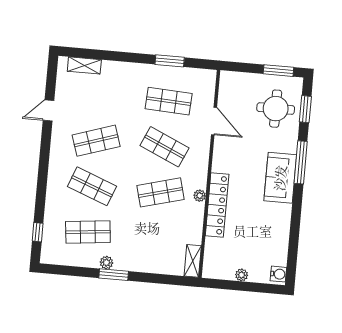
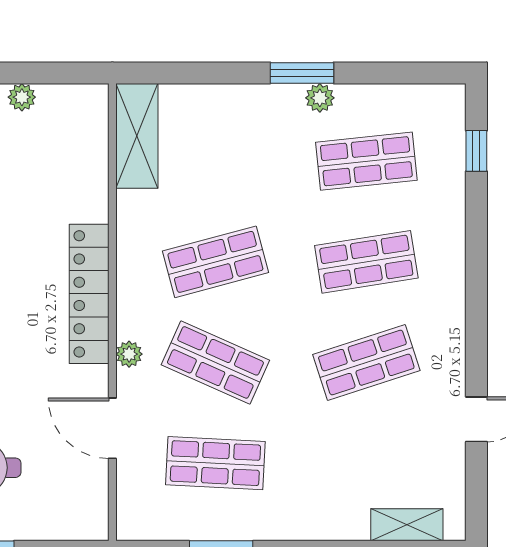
shop shelf: (92, 186) -> (366, 262), turned -30
plant: (200, 196) -> (129, 354), moved
locker: (217, 205) -> (89, 294), moved
shelving: (193, 261) -> (137, 136), width x1.50, depth x1.33

